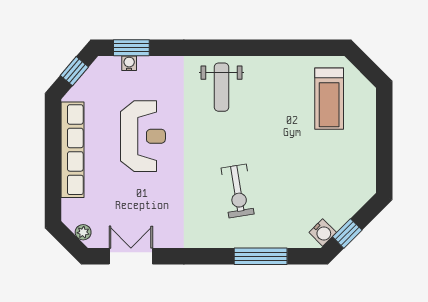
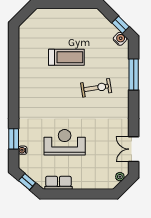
window: (131, 48) -> (14, 139), moved
weight bench: (222, 87) -> (36, 97), removed
treadmill: (329, 99) -> (66, 57), moved
row of seats: (73, 150) -> (58, 183), width x0.50

